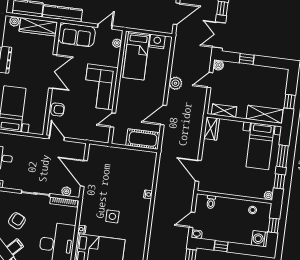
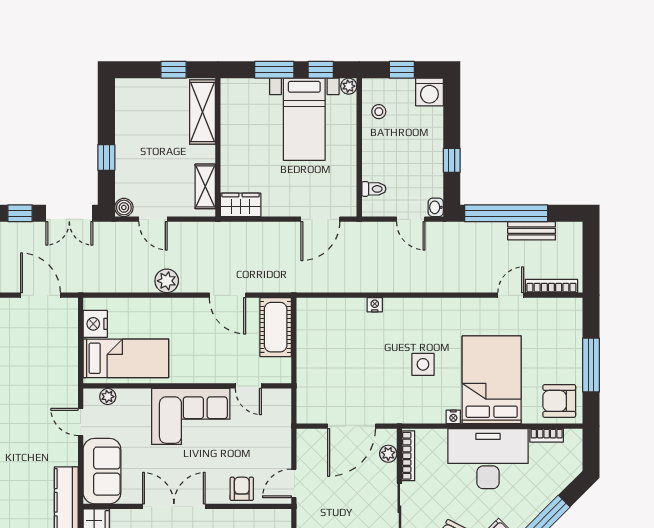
bed with nightstands: (260, 146) -> (304, 119), moved, turned 90

